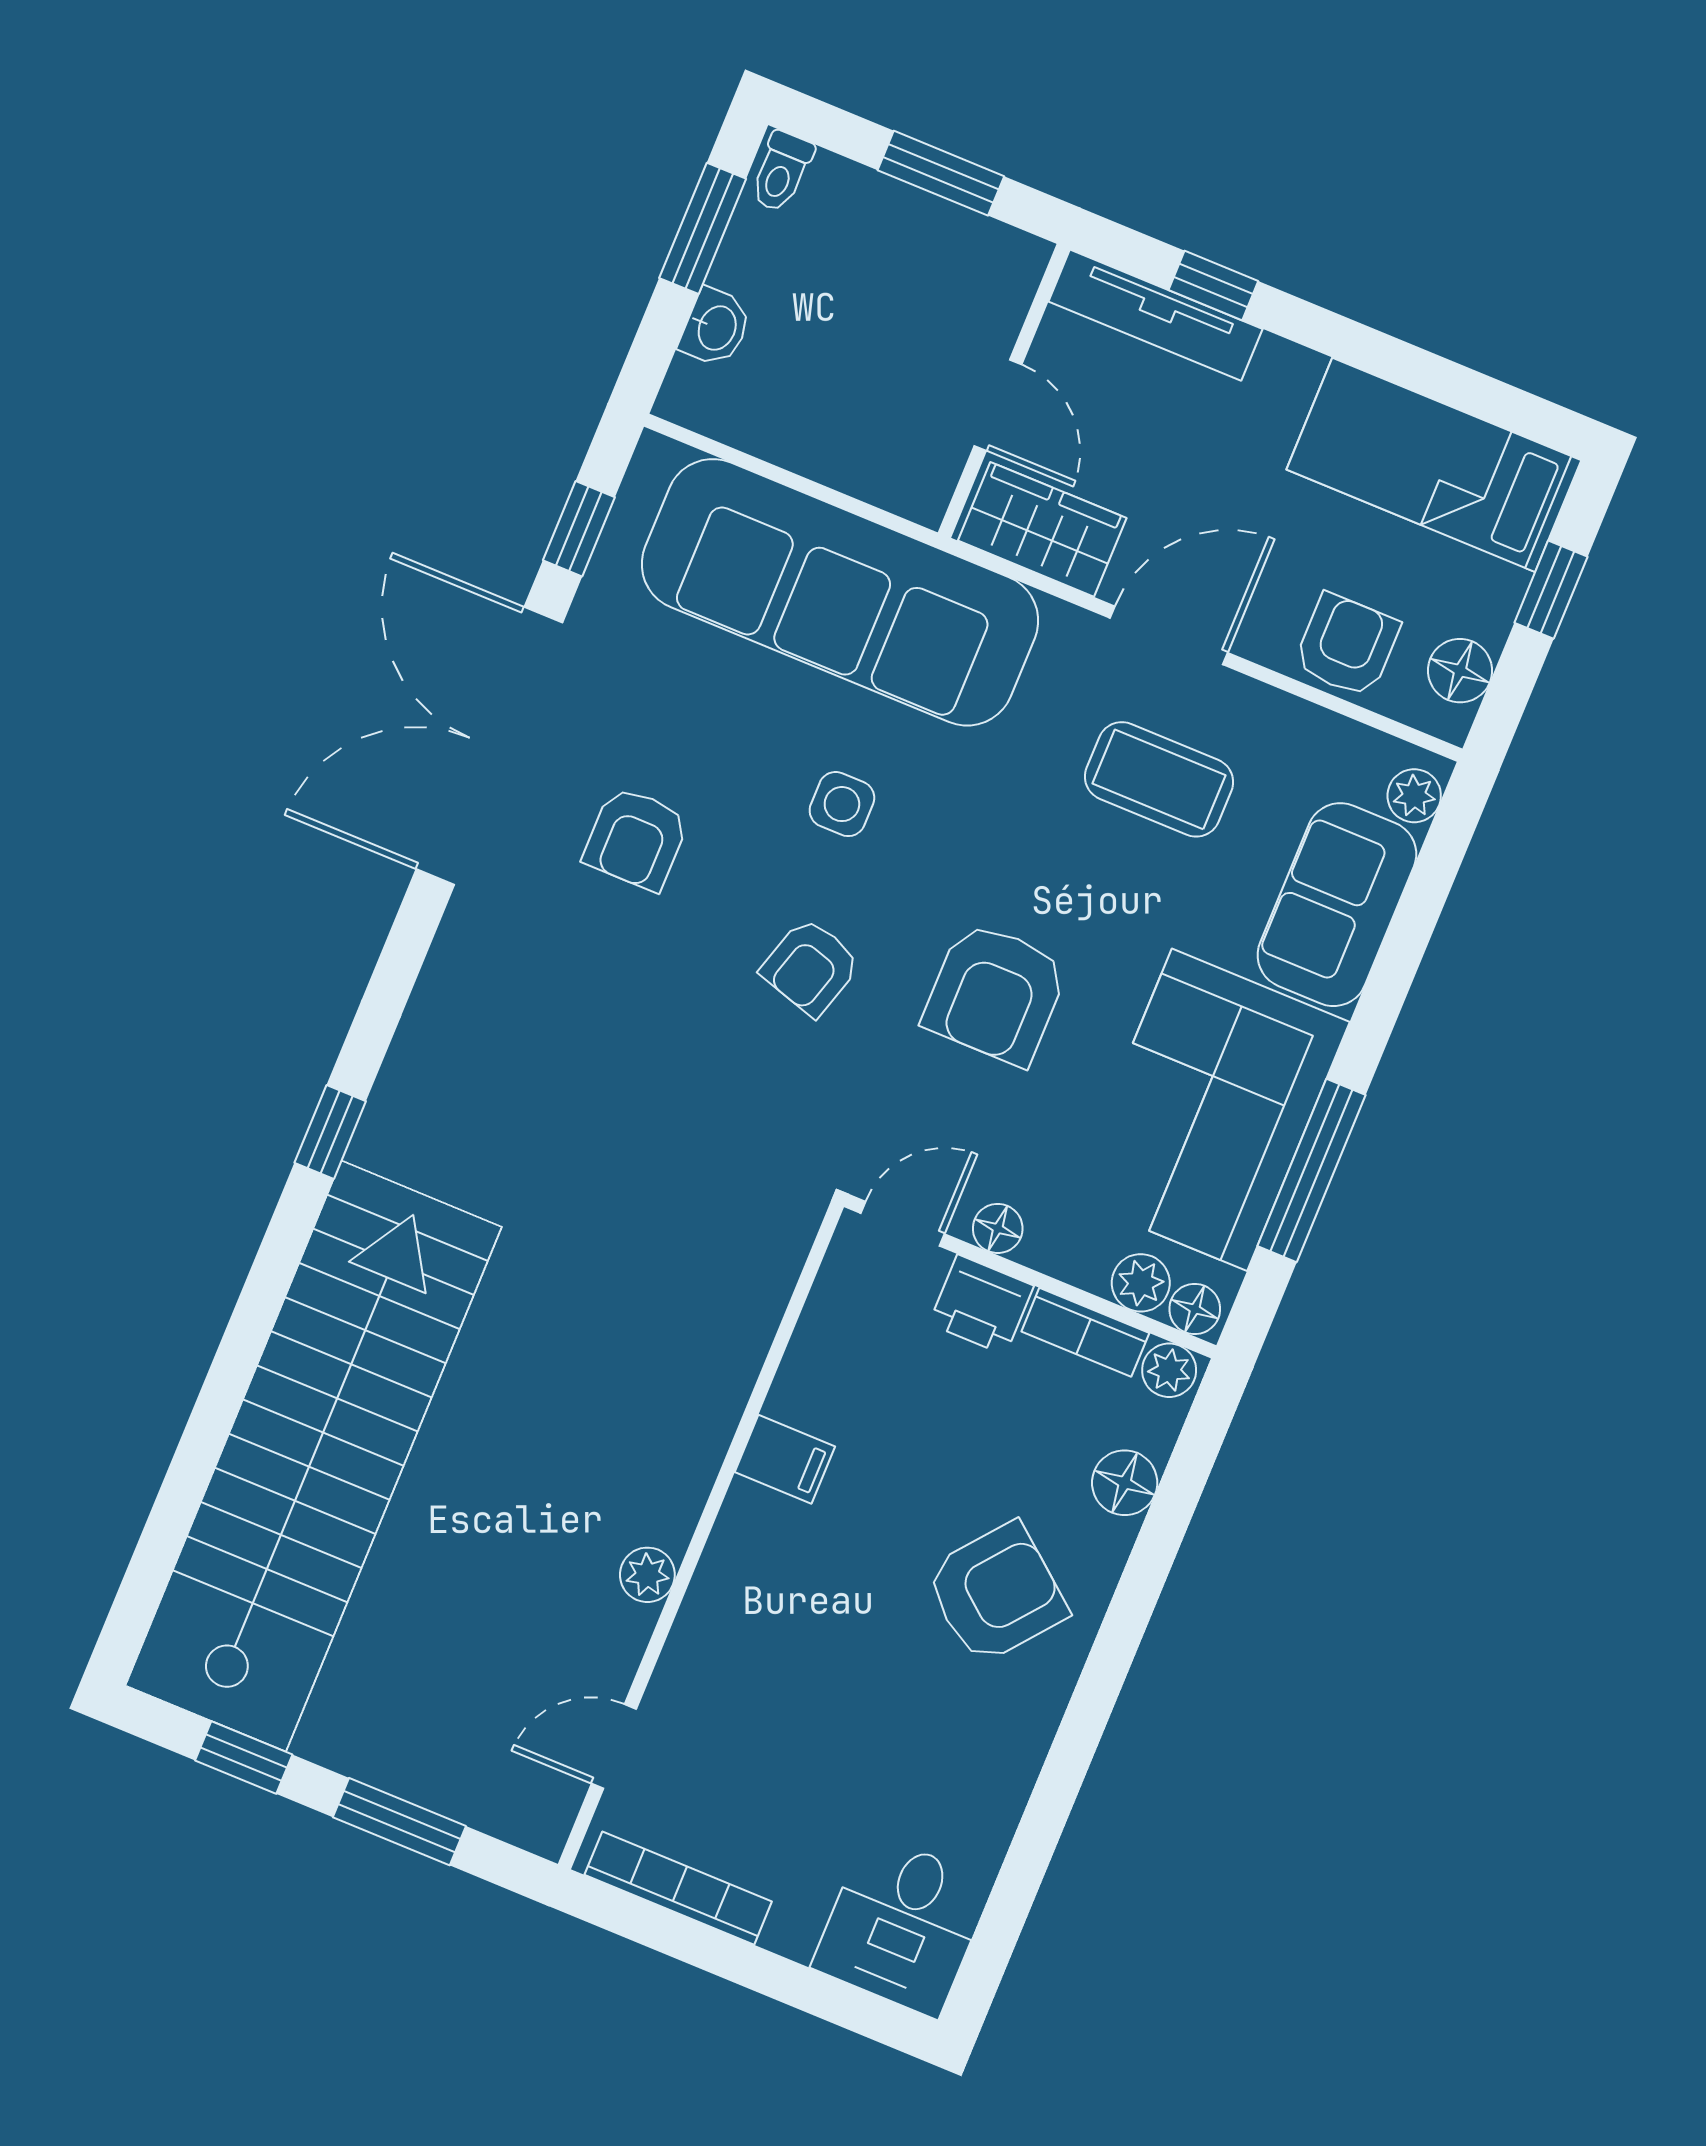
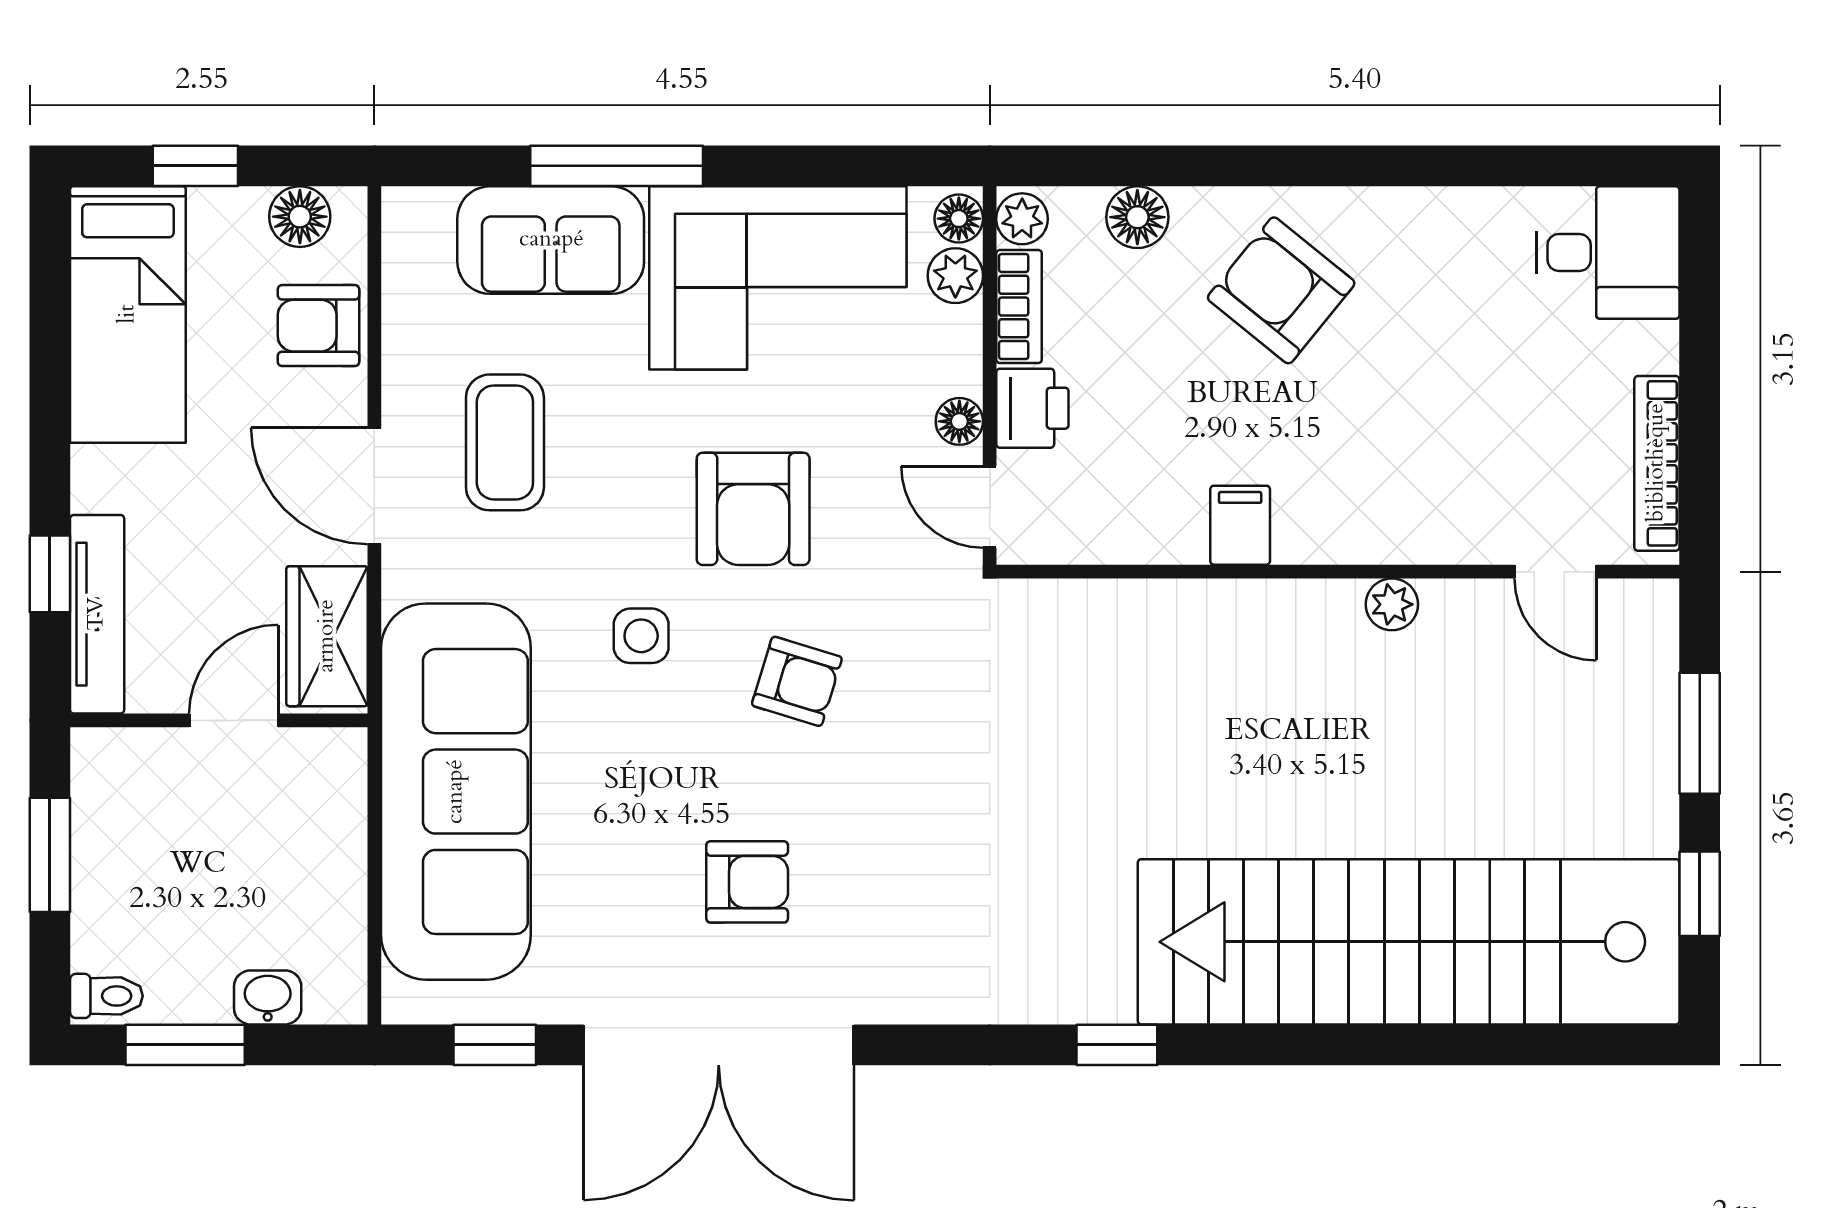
plant: (1414, 796) -> (427, 212), removed
side table: (842, 804) -> (641, 636), moved
armchair: (995, 993) -> (753, 509), turned 90
window: (1312, 1170) -> (617, 166), moved

